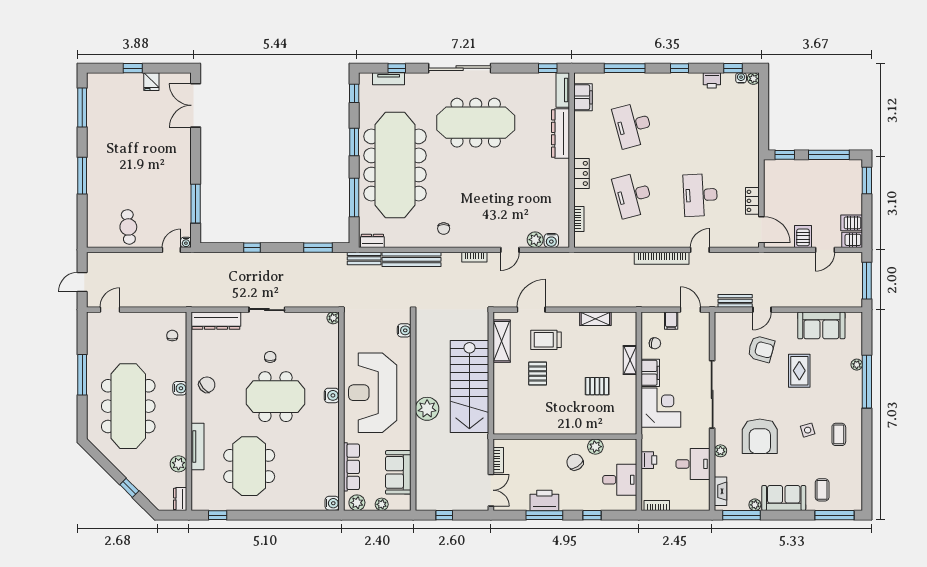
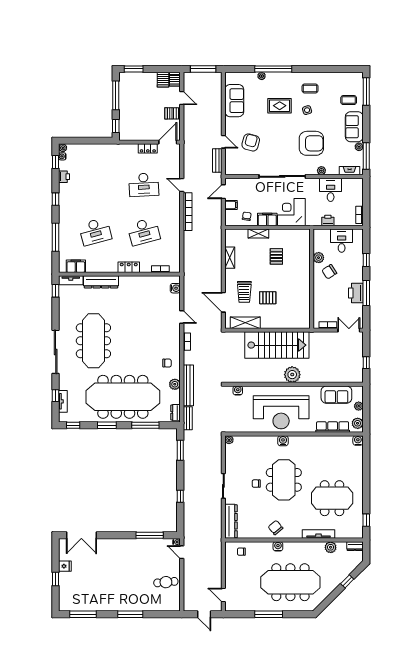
plant: (535, 240) -> (175, 384), moved
rug: (799, 371) -> (280, 106), moved

